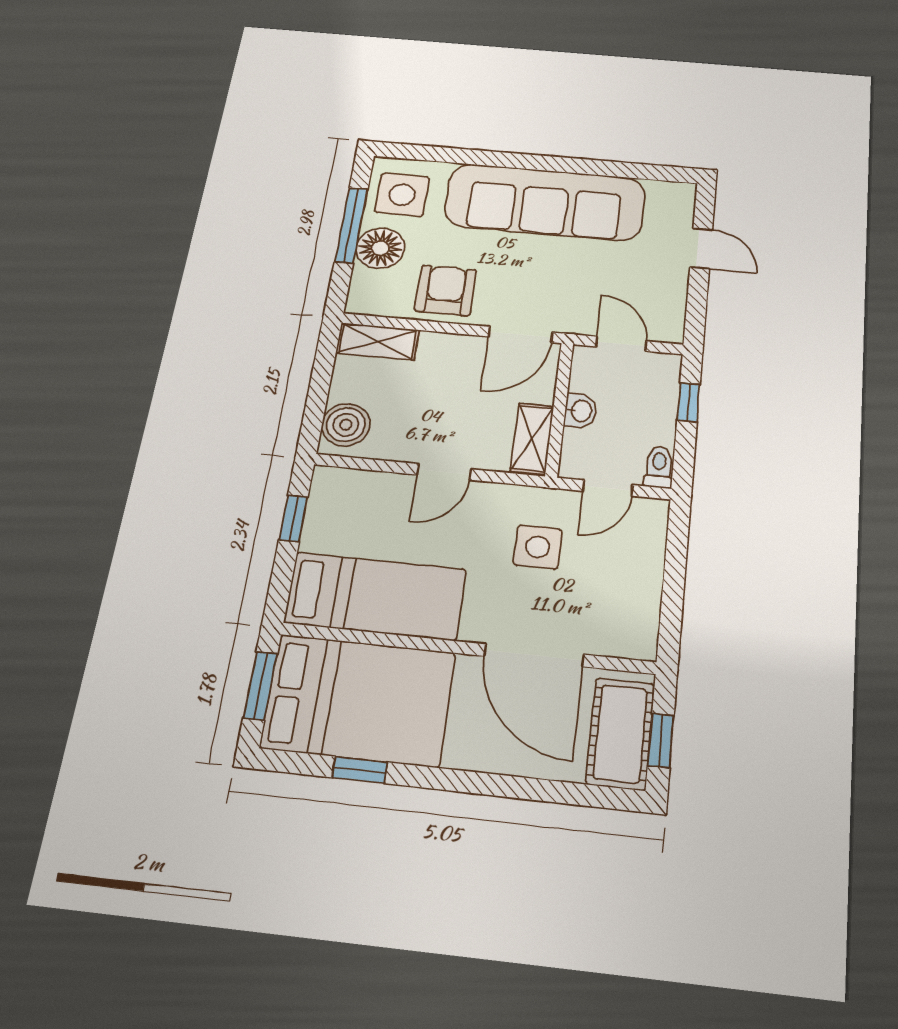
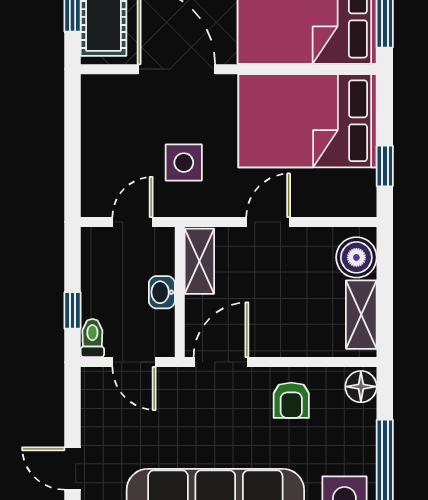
floor lamp: (380, 248) -> (361, 387), moved, width x0.73, depth x0.73
armchair: (446, 290) -> (291, 400), width x0.72, depth x0.72
shelving: (378, 341) -> (361, 315), moved, turned 90
toilet: (659, 467) -> (92, 338), moved, turned 180
bed: (375, 596) -> (308, 121), width x1.50

